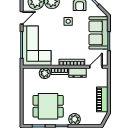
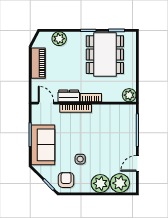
corner sofa: (37, 46) -> (119, 129), removed
door: (96, 67) -> (46, 103), swing flipped
plant: (45, 73) -> (129, 95), moved
dining table: (48, 106) -> (105, 55), width x1.38
plant: (75, 119) -> (59, 39), moved

